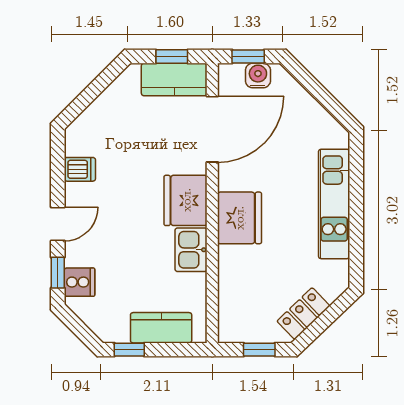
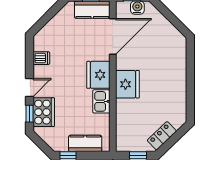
kitchen unit: (334, 204) -> (178, 77), removed
cooker: (79, 282) -> (44, 112), width x1.87, depth x1.31

